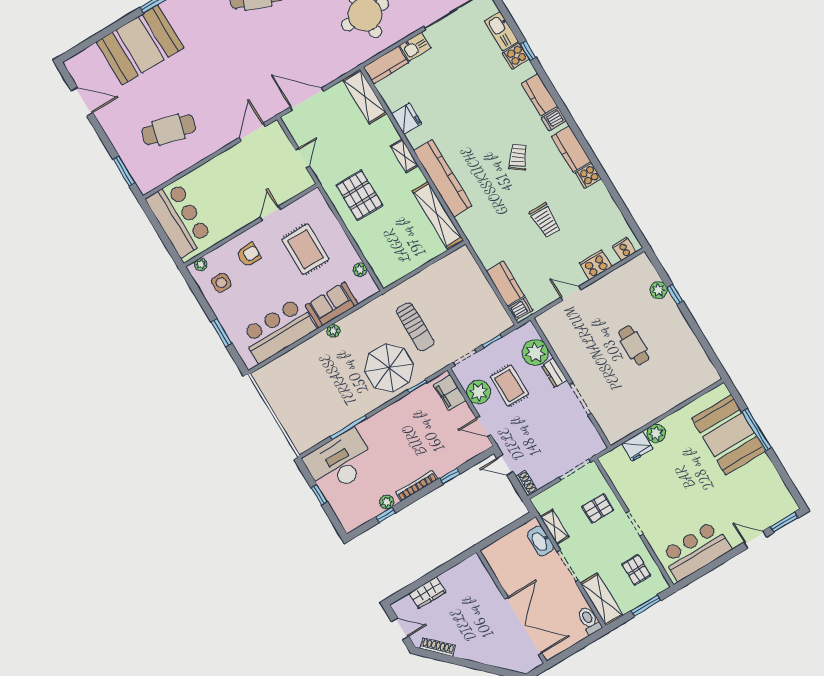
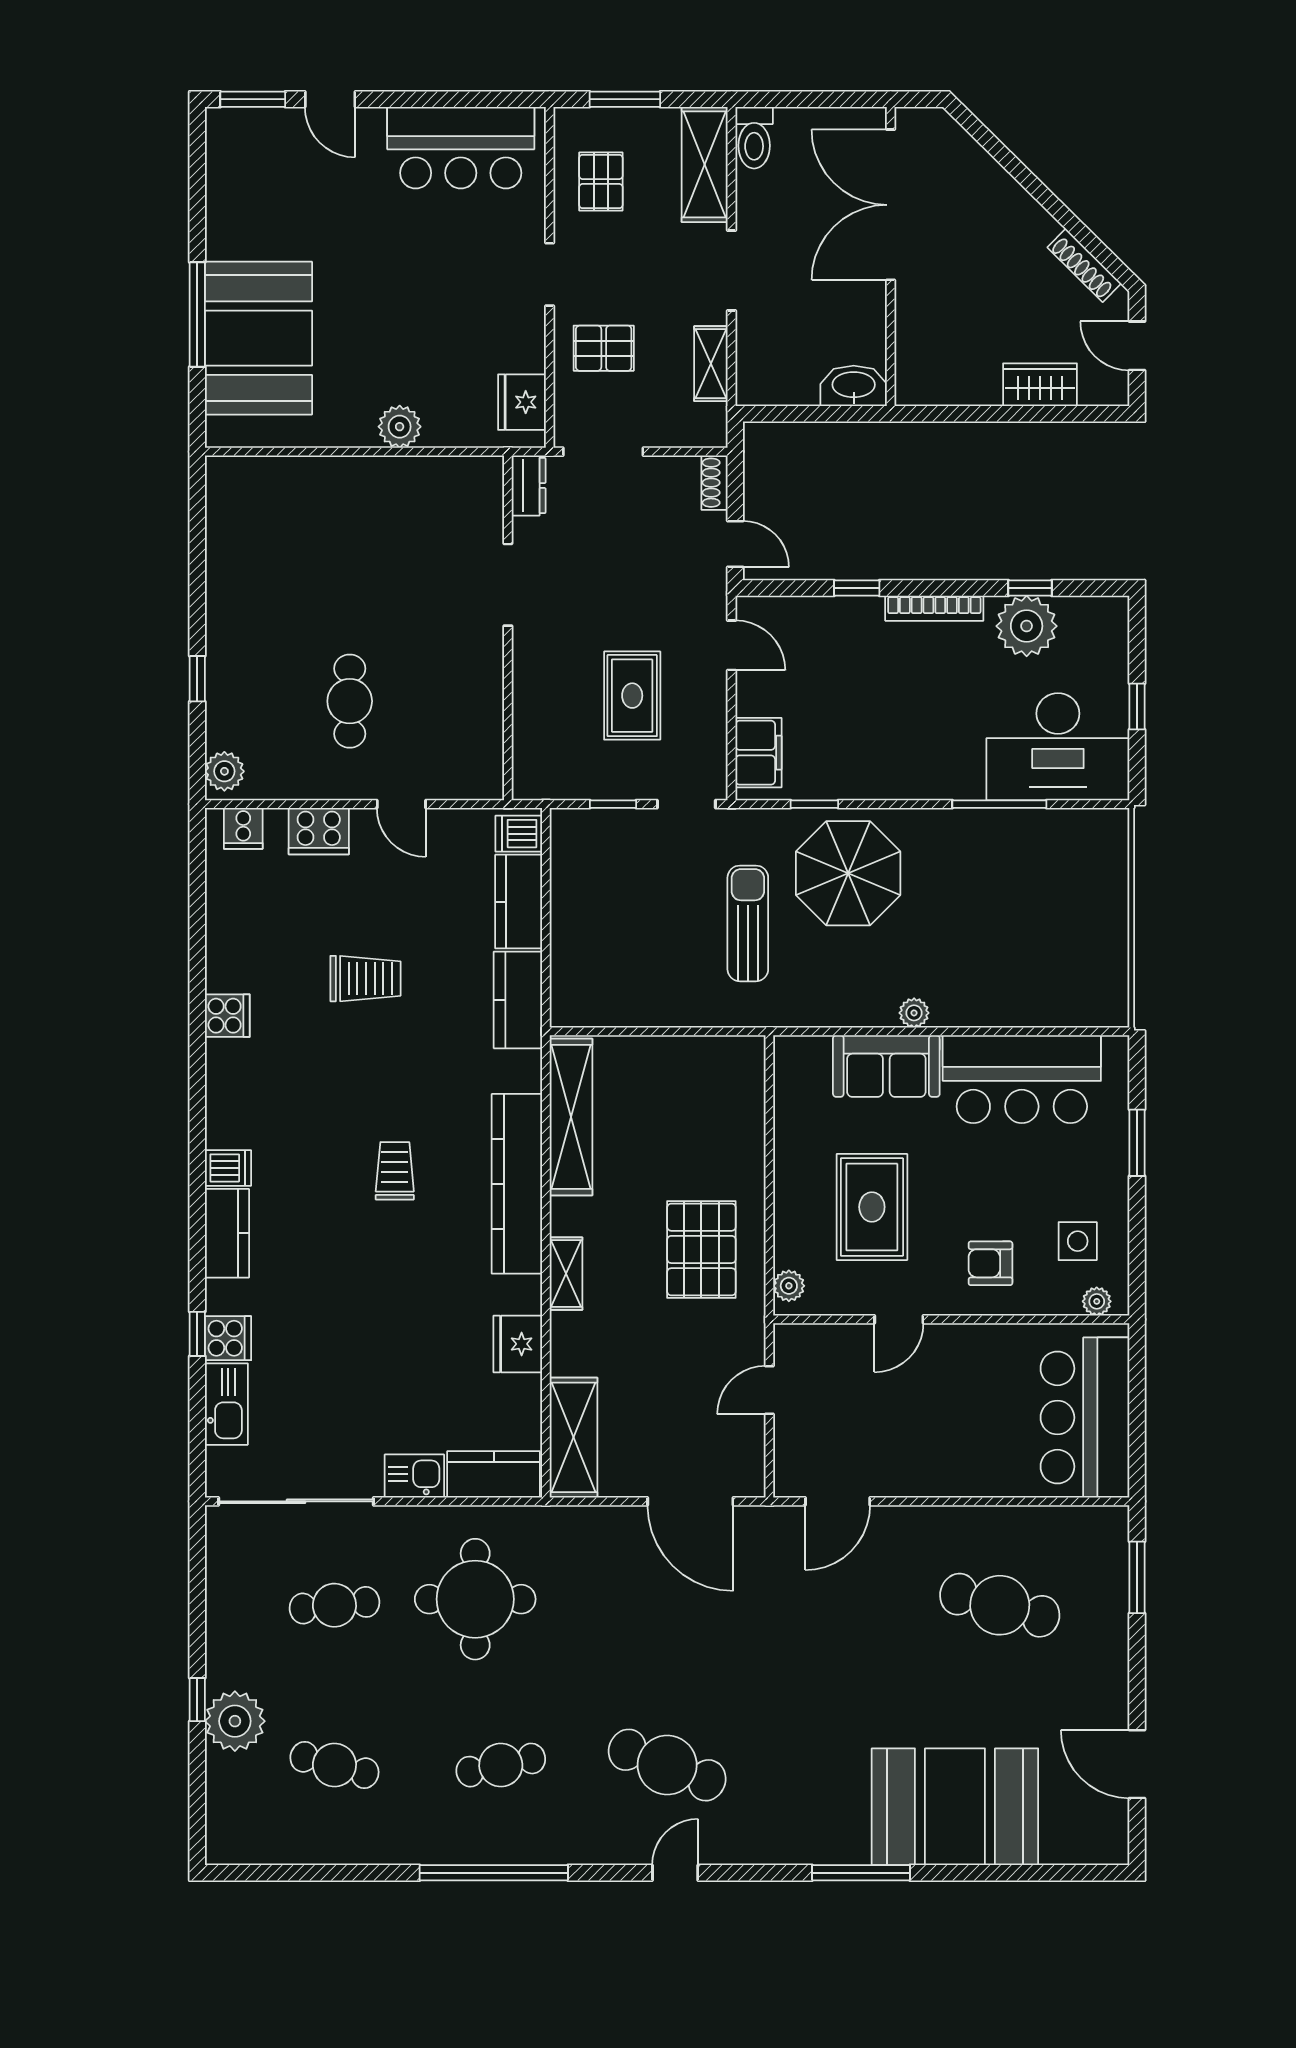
kitchen counter: (571, 149) -> (518, 1000), moved, turned 180
trolley: (518, 157) -> (395, 1171), moved, turned 143
trolley: (545, 221) -> (365, 979), turned 90
plant: (360, 270) -> (789, 1286), moved
plant: (658, 290) -> (224, 771), moved
cafe table: (634, 345) -> (350, 701), moved
plant: (535, 353) -> (542, 730), removed
dresser: (554, 373) -> (529, 486), moved
plant: (479, 392) -> (700, 720), removed
fridge: (637, 446) -> (522, 402), moved, turned -90
plant: (387, 502) -> (1027, 626), width x1.87, depth x1.87
washbasin: (540, 541) -> (854, 386), moved, turned -90

